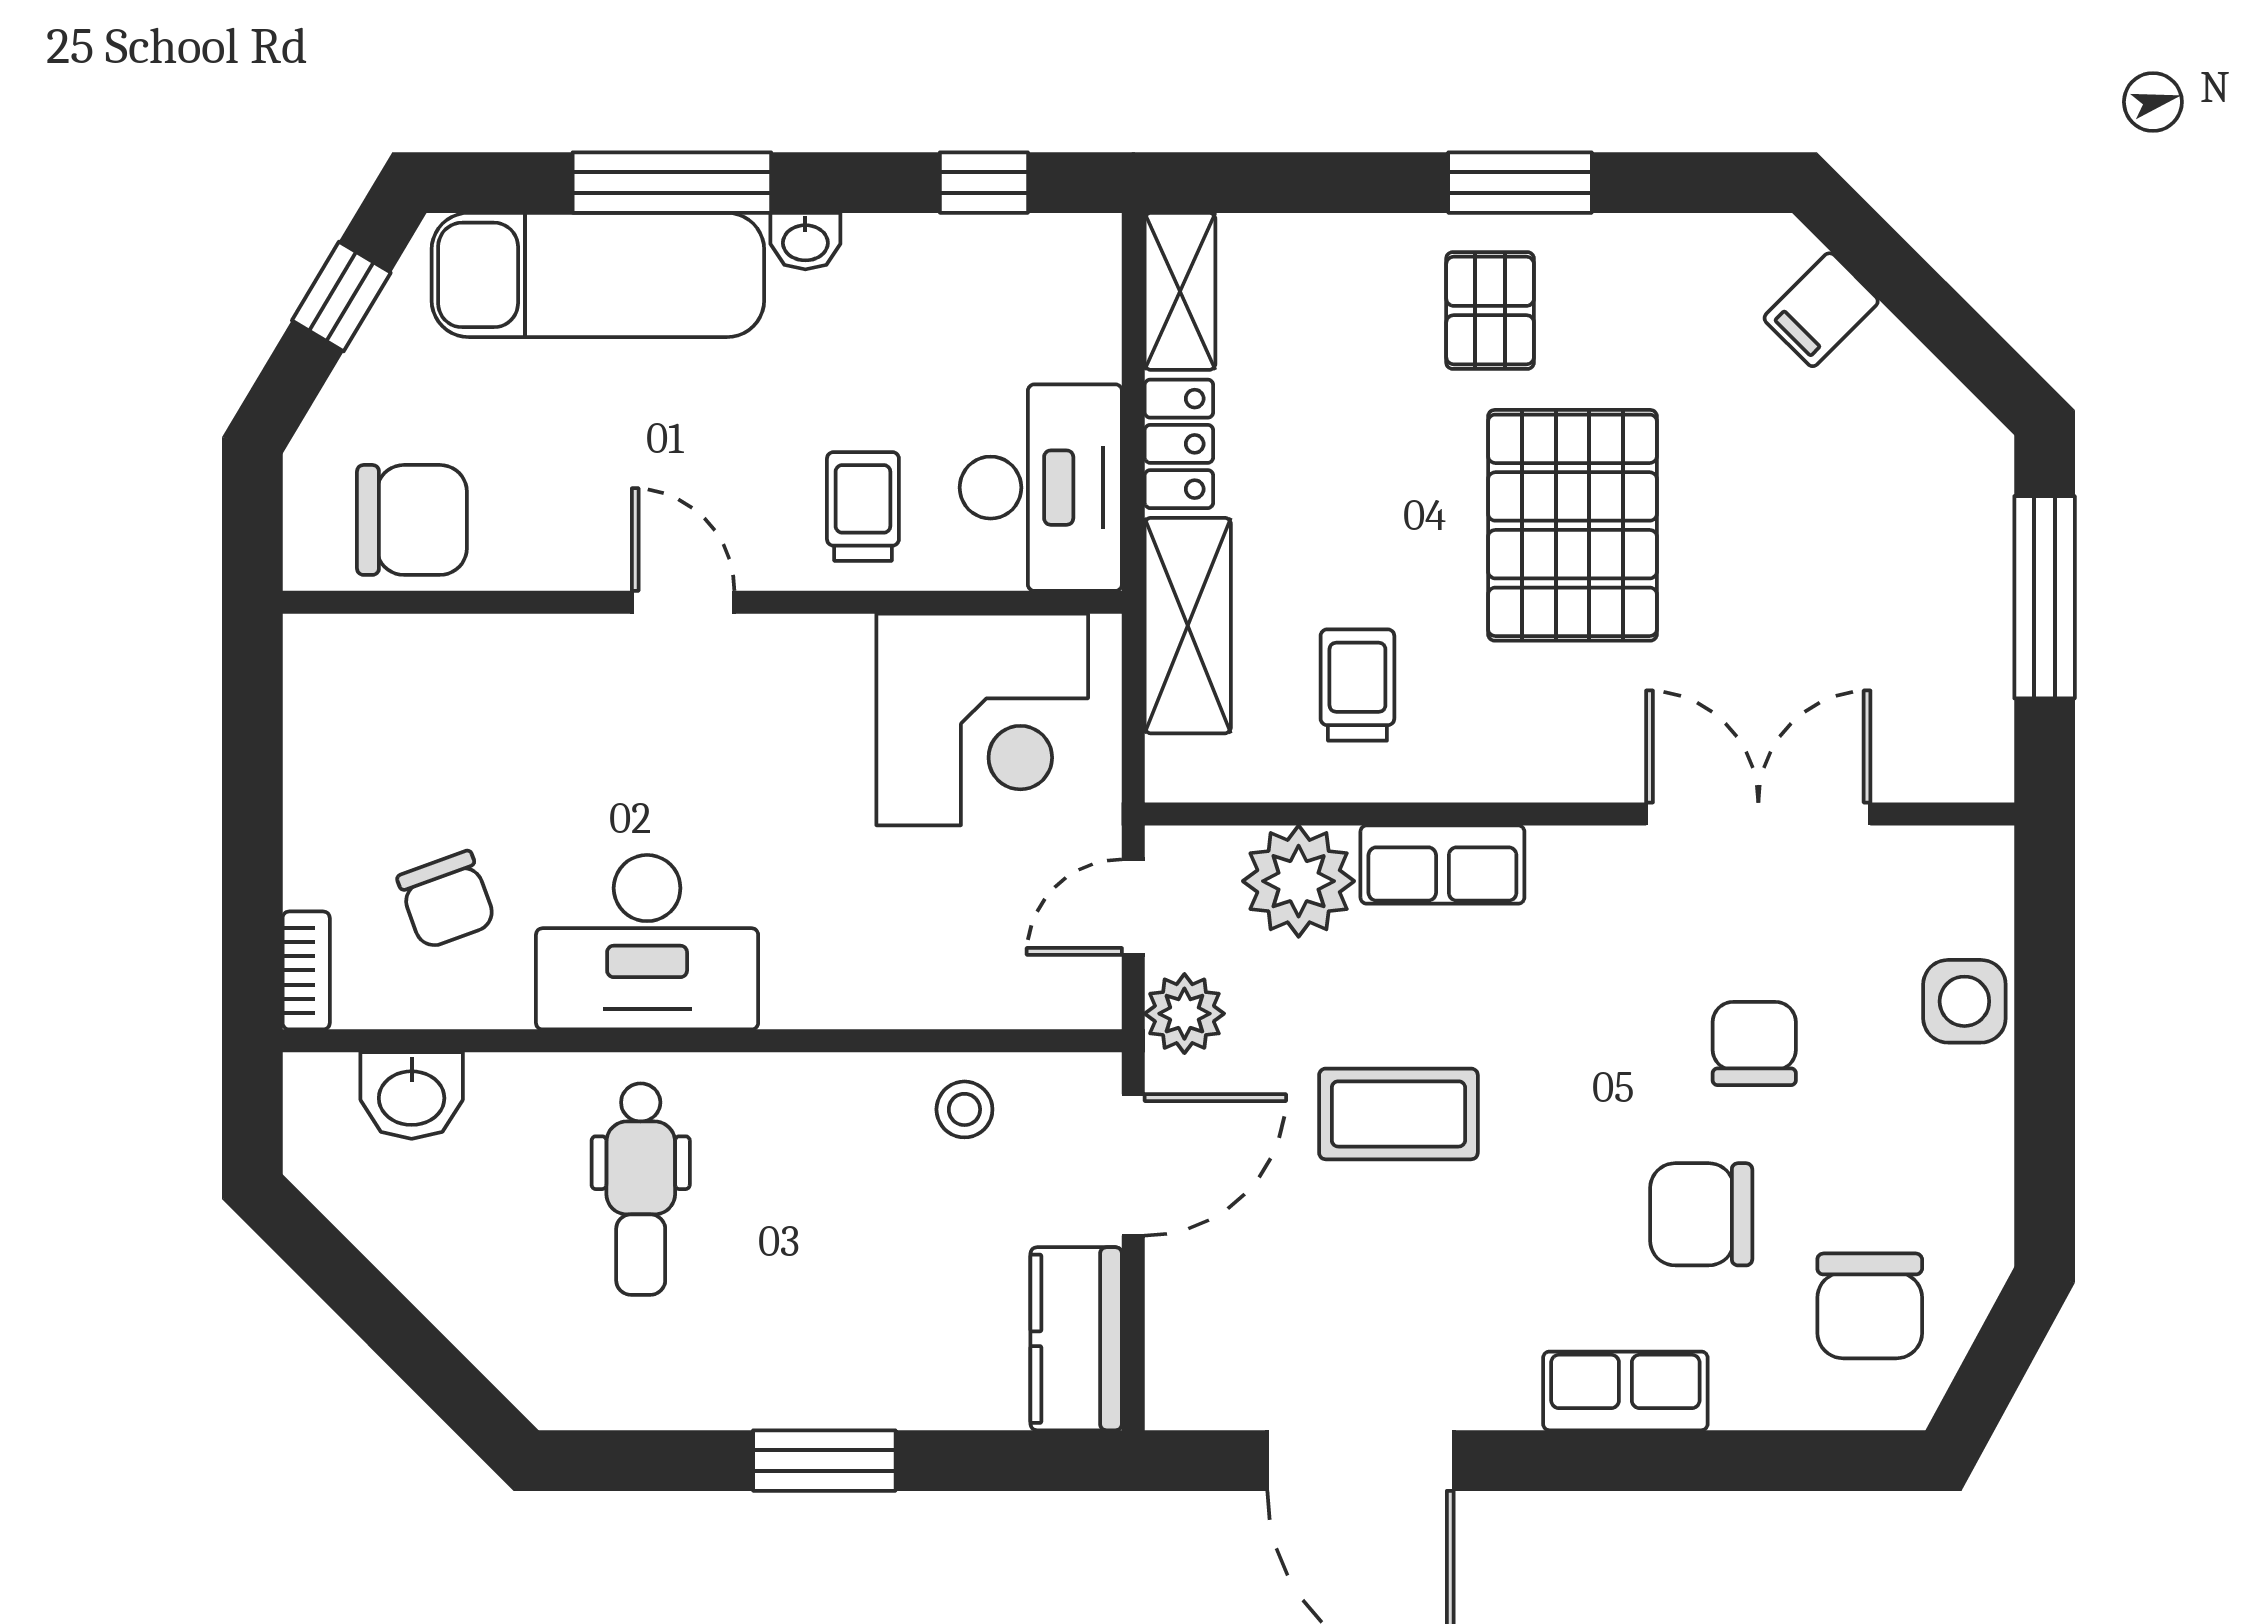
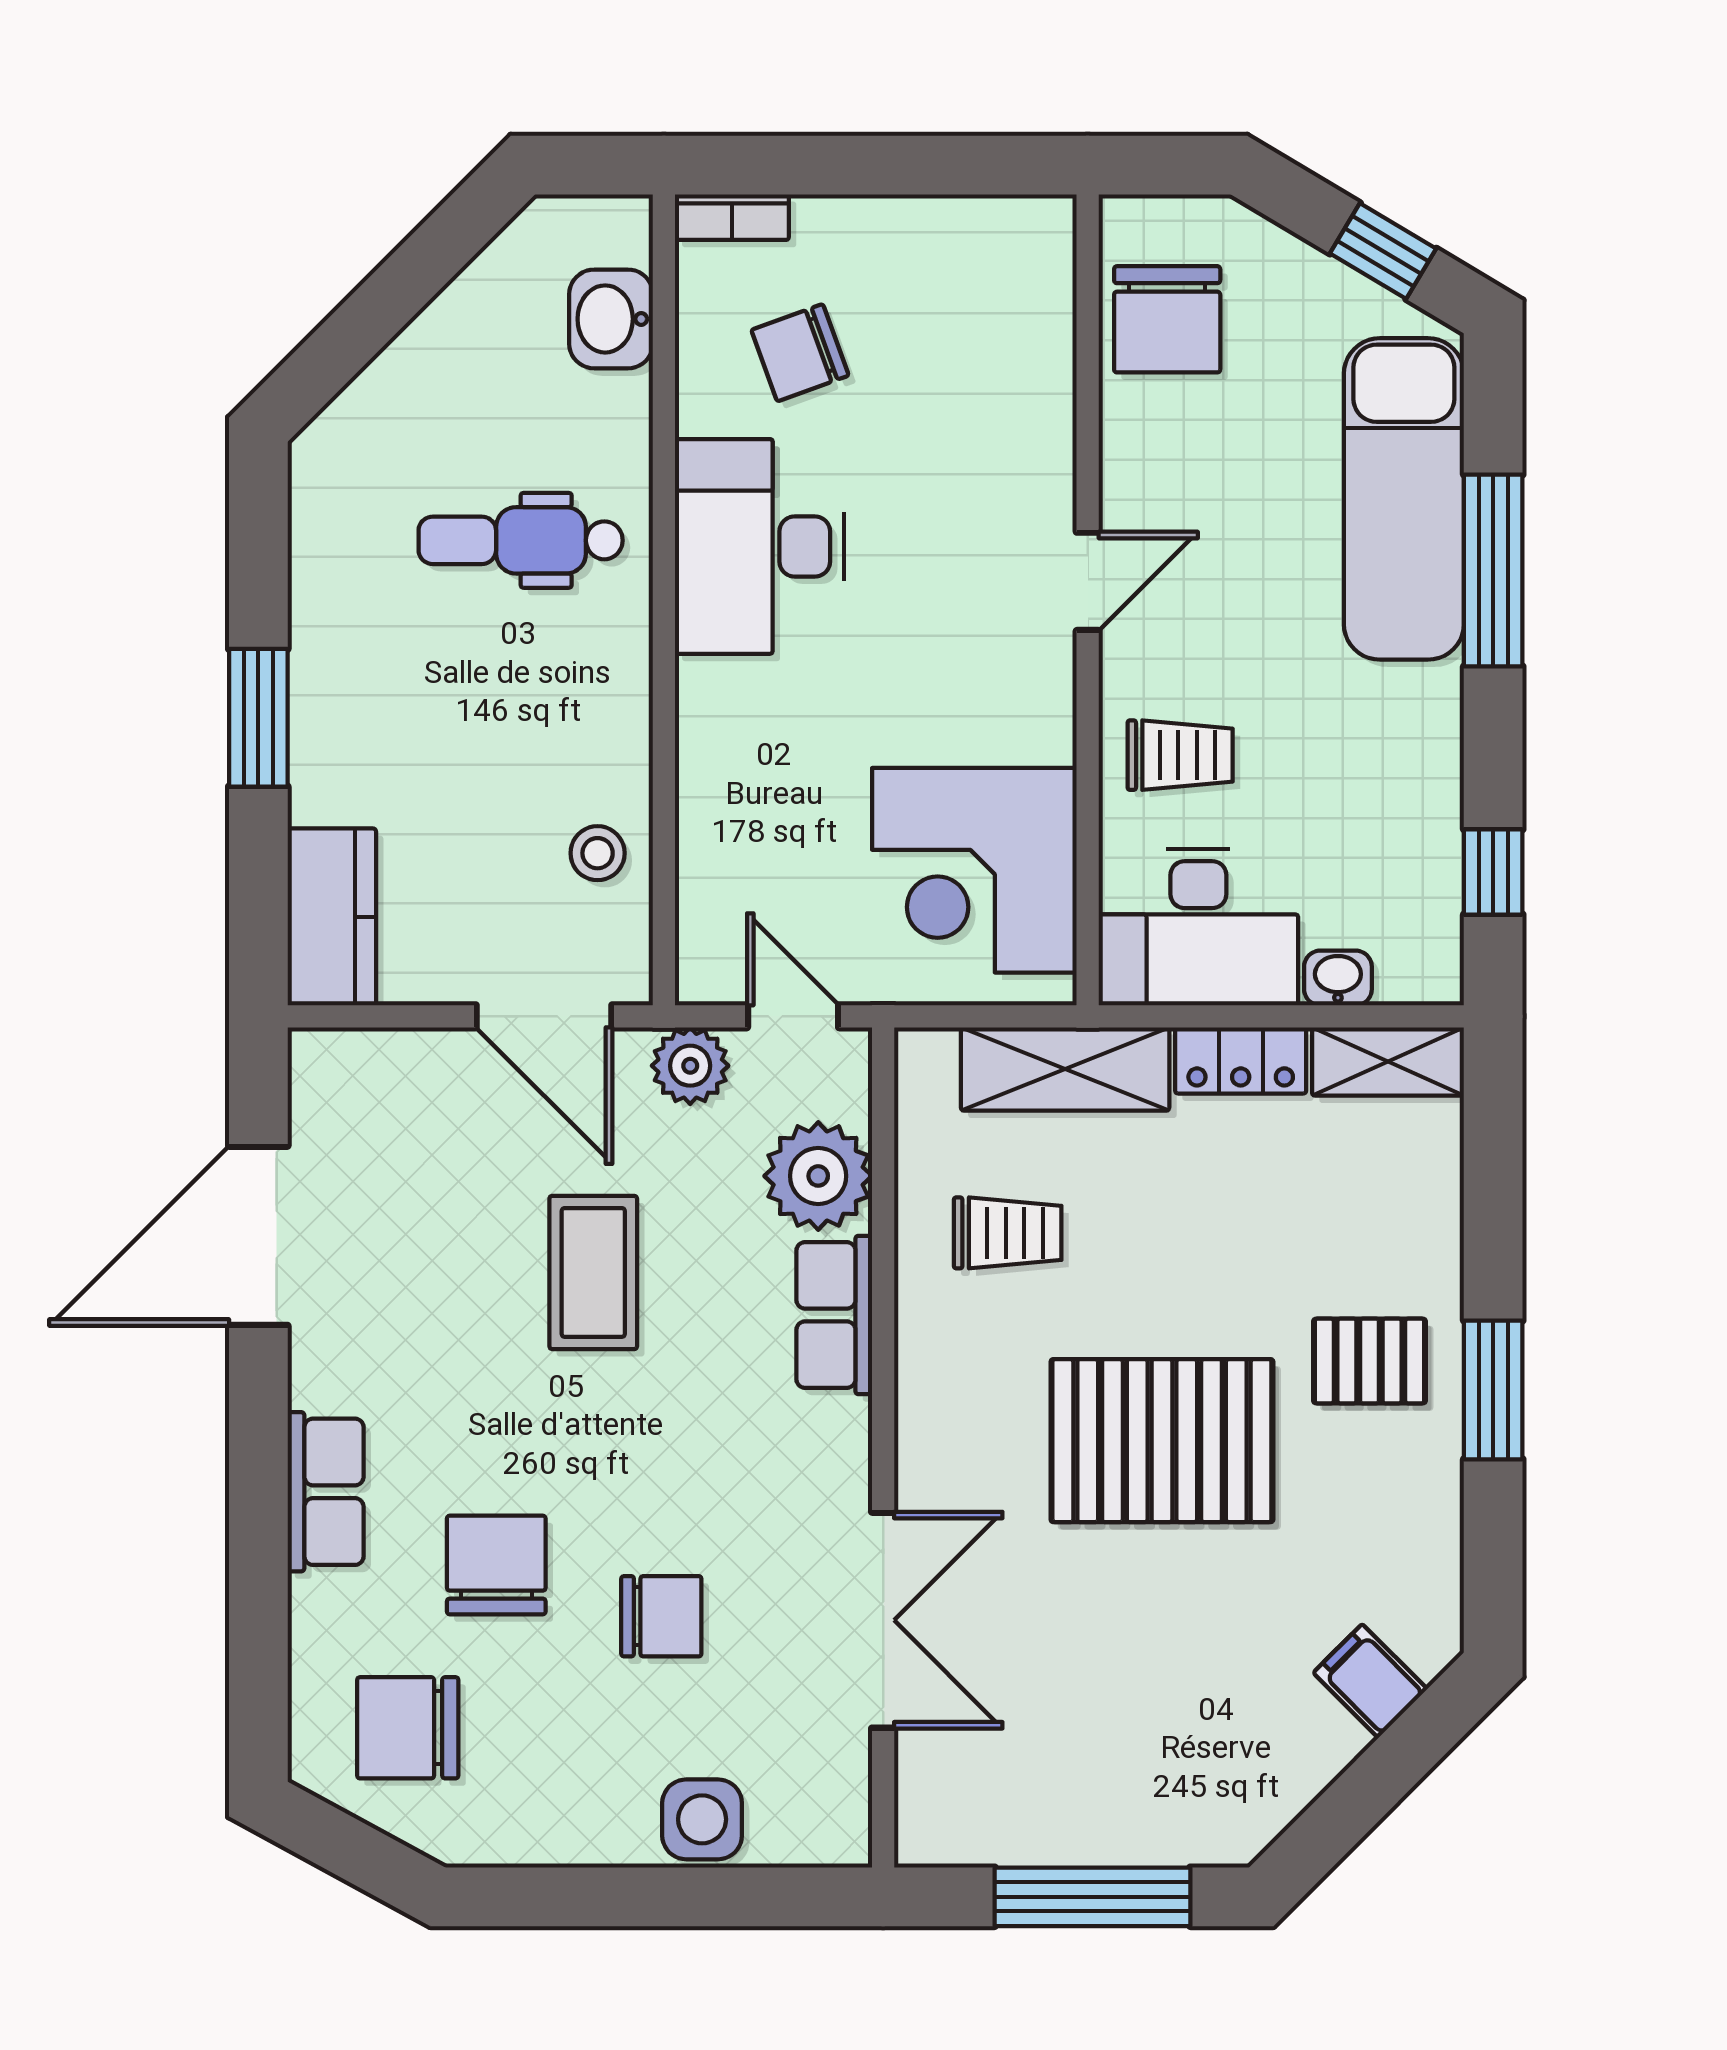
washbasin: (805, 241) -> (1338, 978), moved, turned 90
kitchen counter: (1076, 1339) -> (332, 917), moved, turned 90

